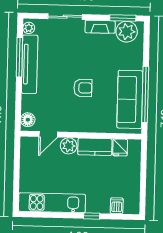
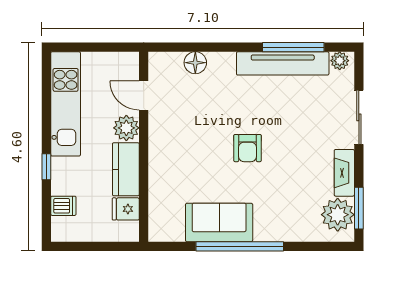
sofa: (130, 99) -> (219, 222), width x0.73
door: (48, 134) -> (144, 96), moved
wall: (81, 135) -> (144, 147), moved
plant: (69, 146) -> (126, 128), moved
kitchen counter: (95, 147) -> (126, 169), moved
fridge: (120, 147) -> (126, 209), moved

